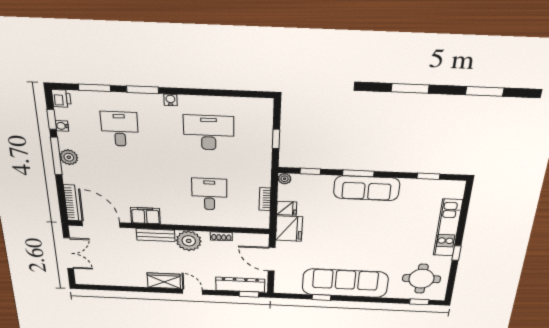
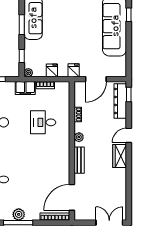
filing cabinet: (145, 216) -> (25, 88), moved, turned -90
fridge: (289, 229) -> (74, 70), width x0.53, depth x0.75
plant: (189, 241) -> (79, 137), width x0.53, depth x0.53
double door: (69, 253) -> (109, 223), moved
window: (321, 297) -> (129, 15), moved

